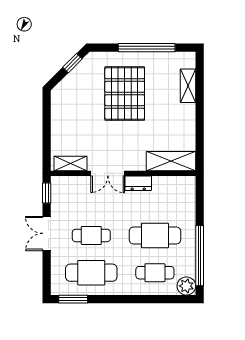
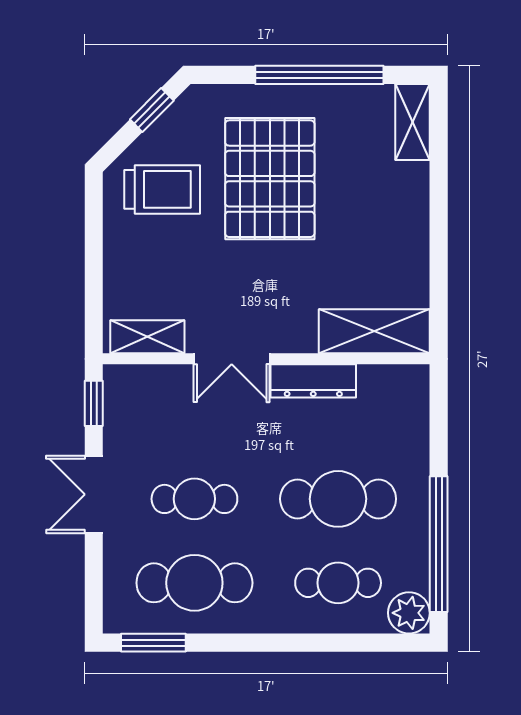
shelving: (188, 86) -> (413, 122), moved
trolley: (77, 98) -> (162, 189), added
dresser: (138, 183) -> (313, 381), width x1.44

